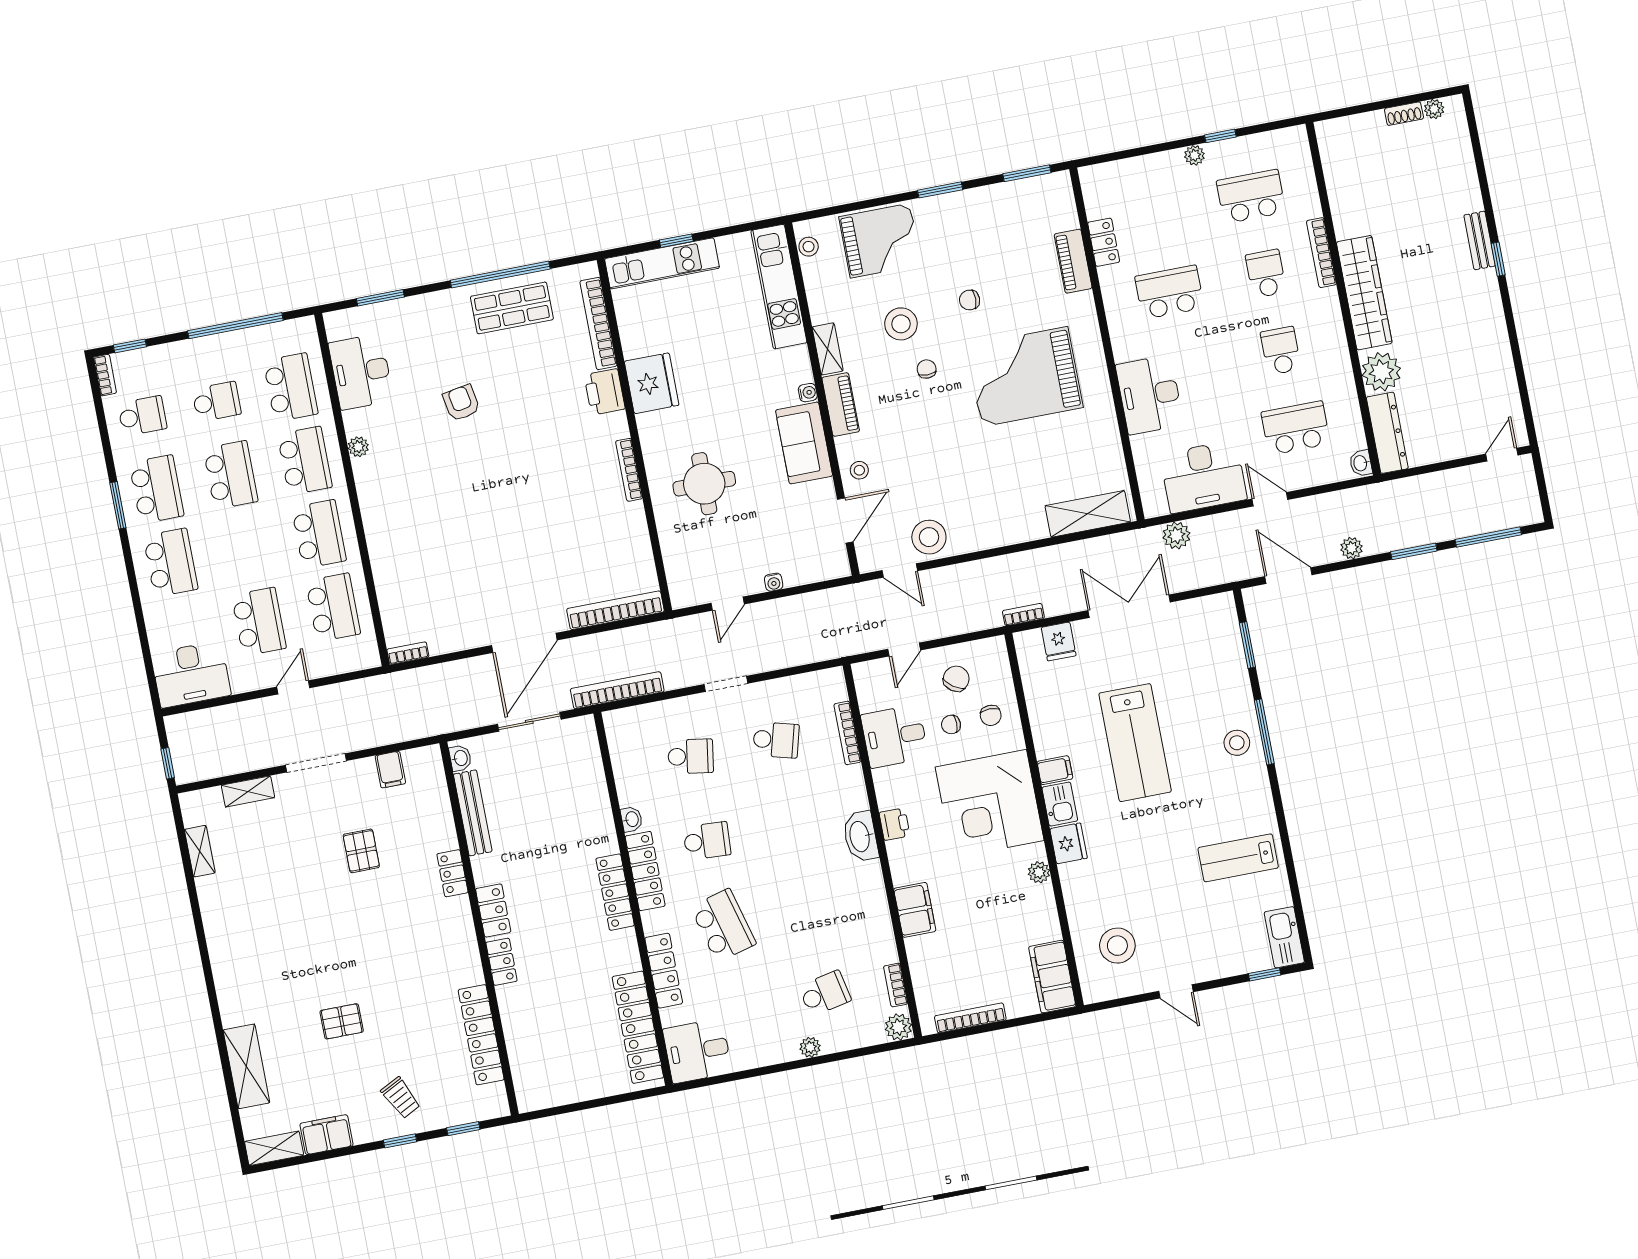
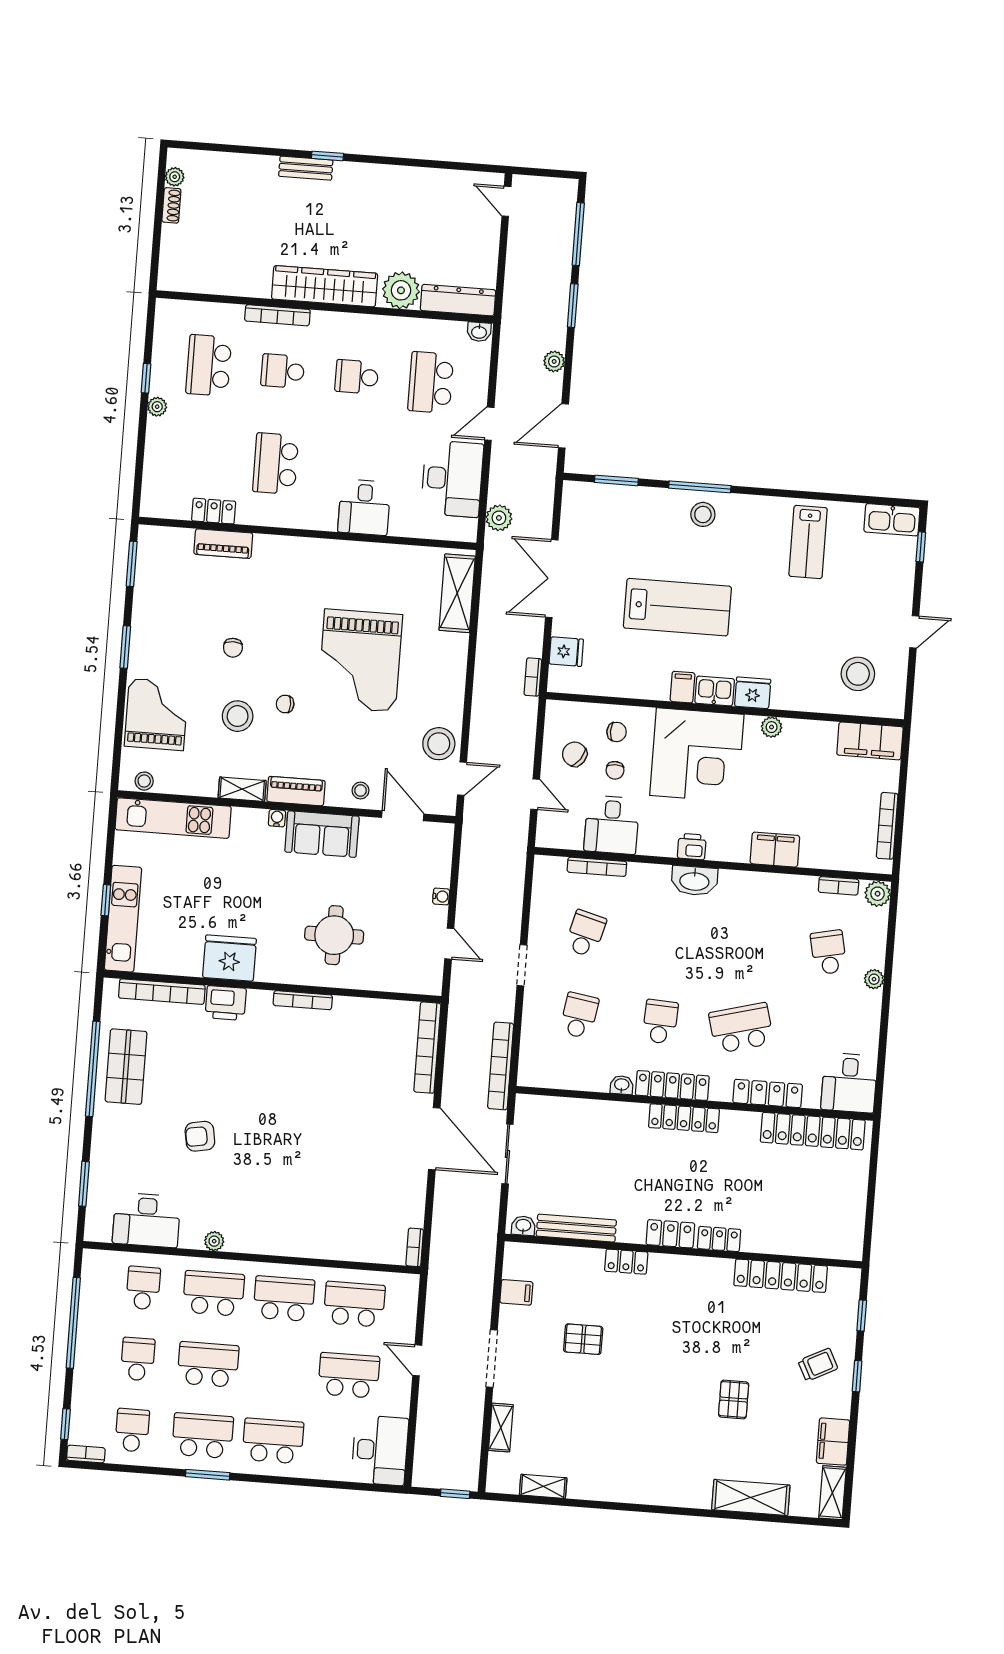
grand piano: (1025, 377) -> (360, 661), moved
school desk: (291, 387) -> (143, 1288), width x0.54
desk: (1150, 395) -> (364, 507), width x0.73

